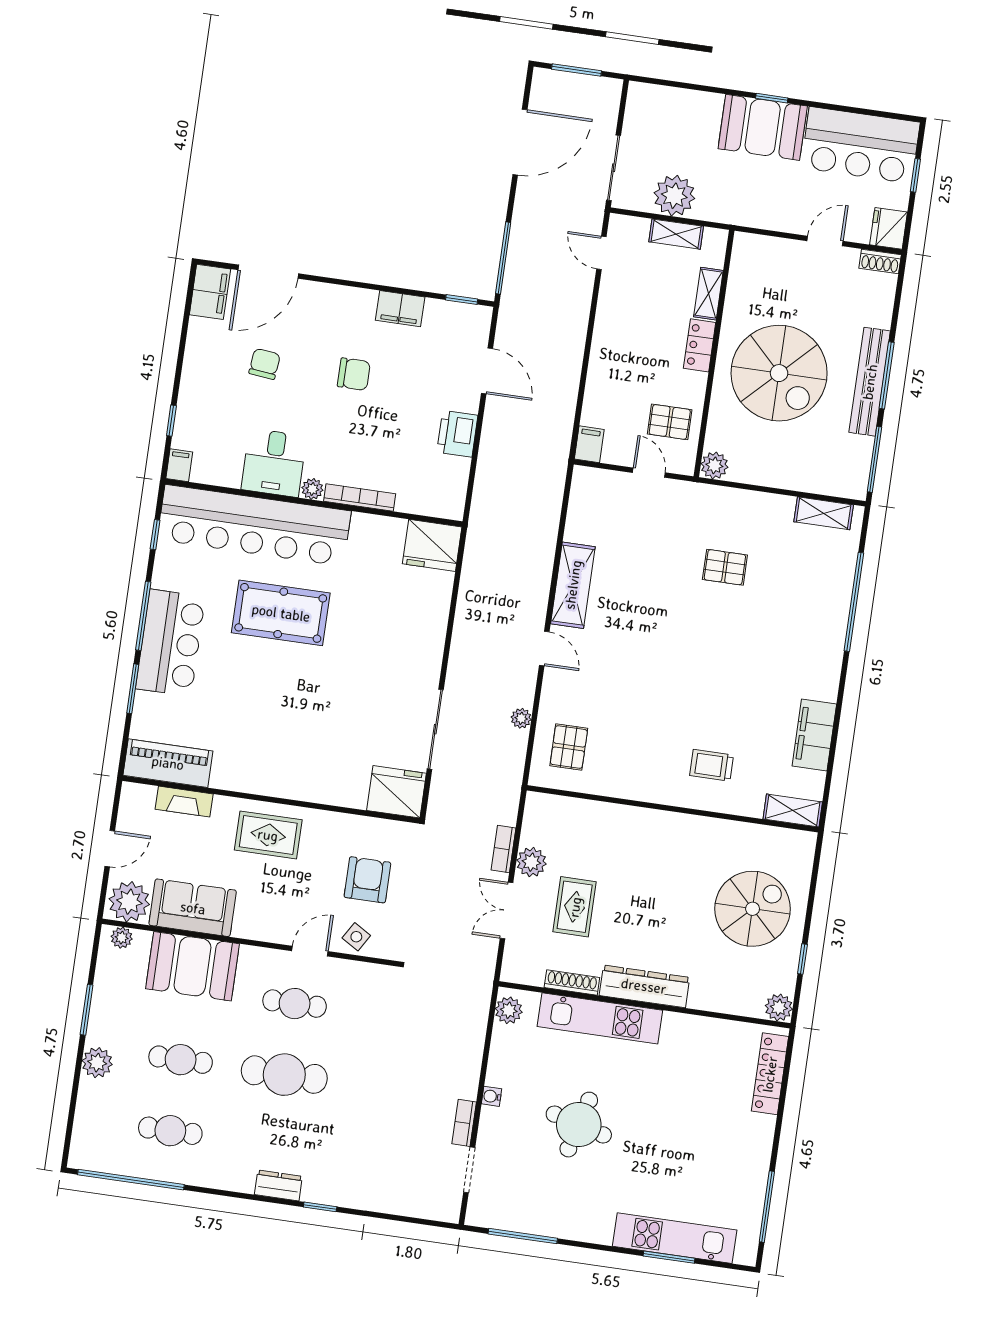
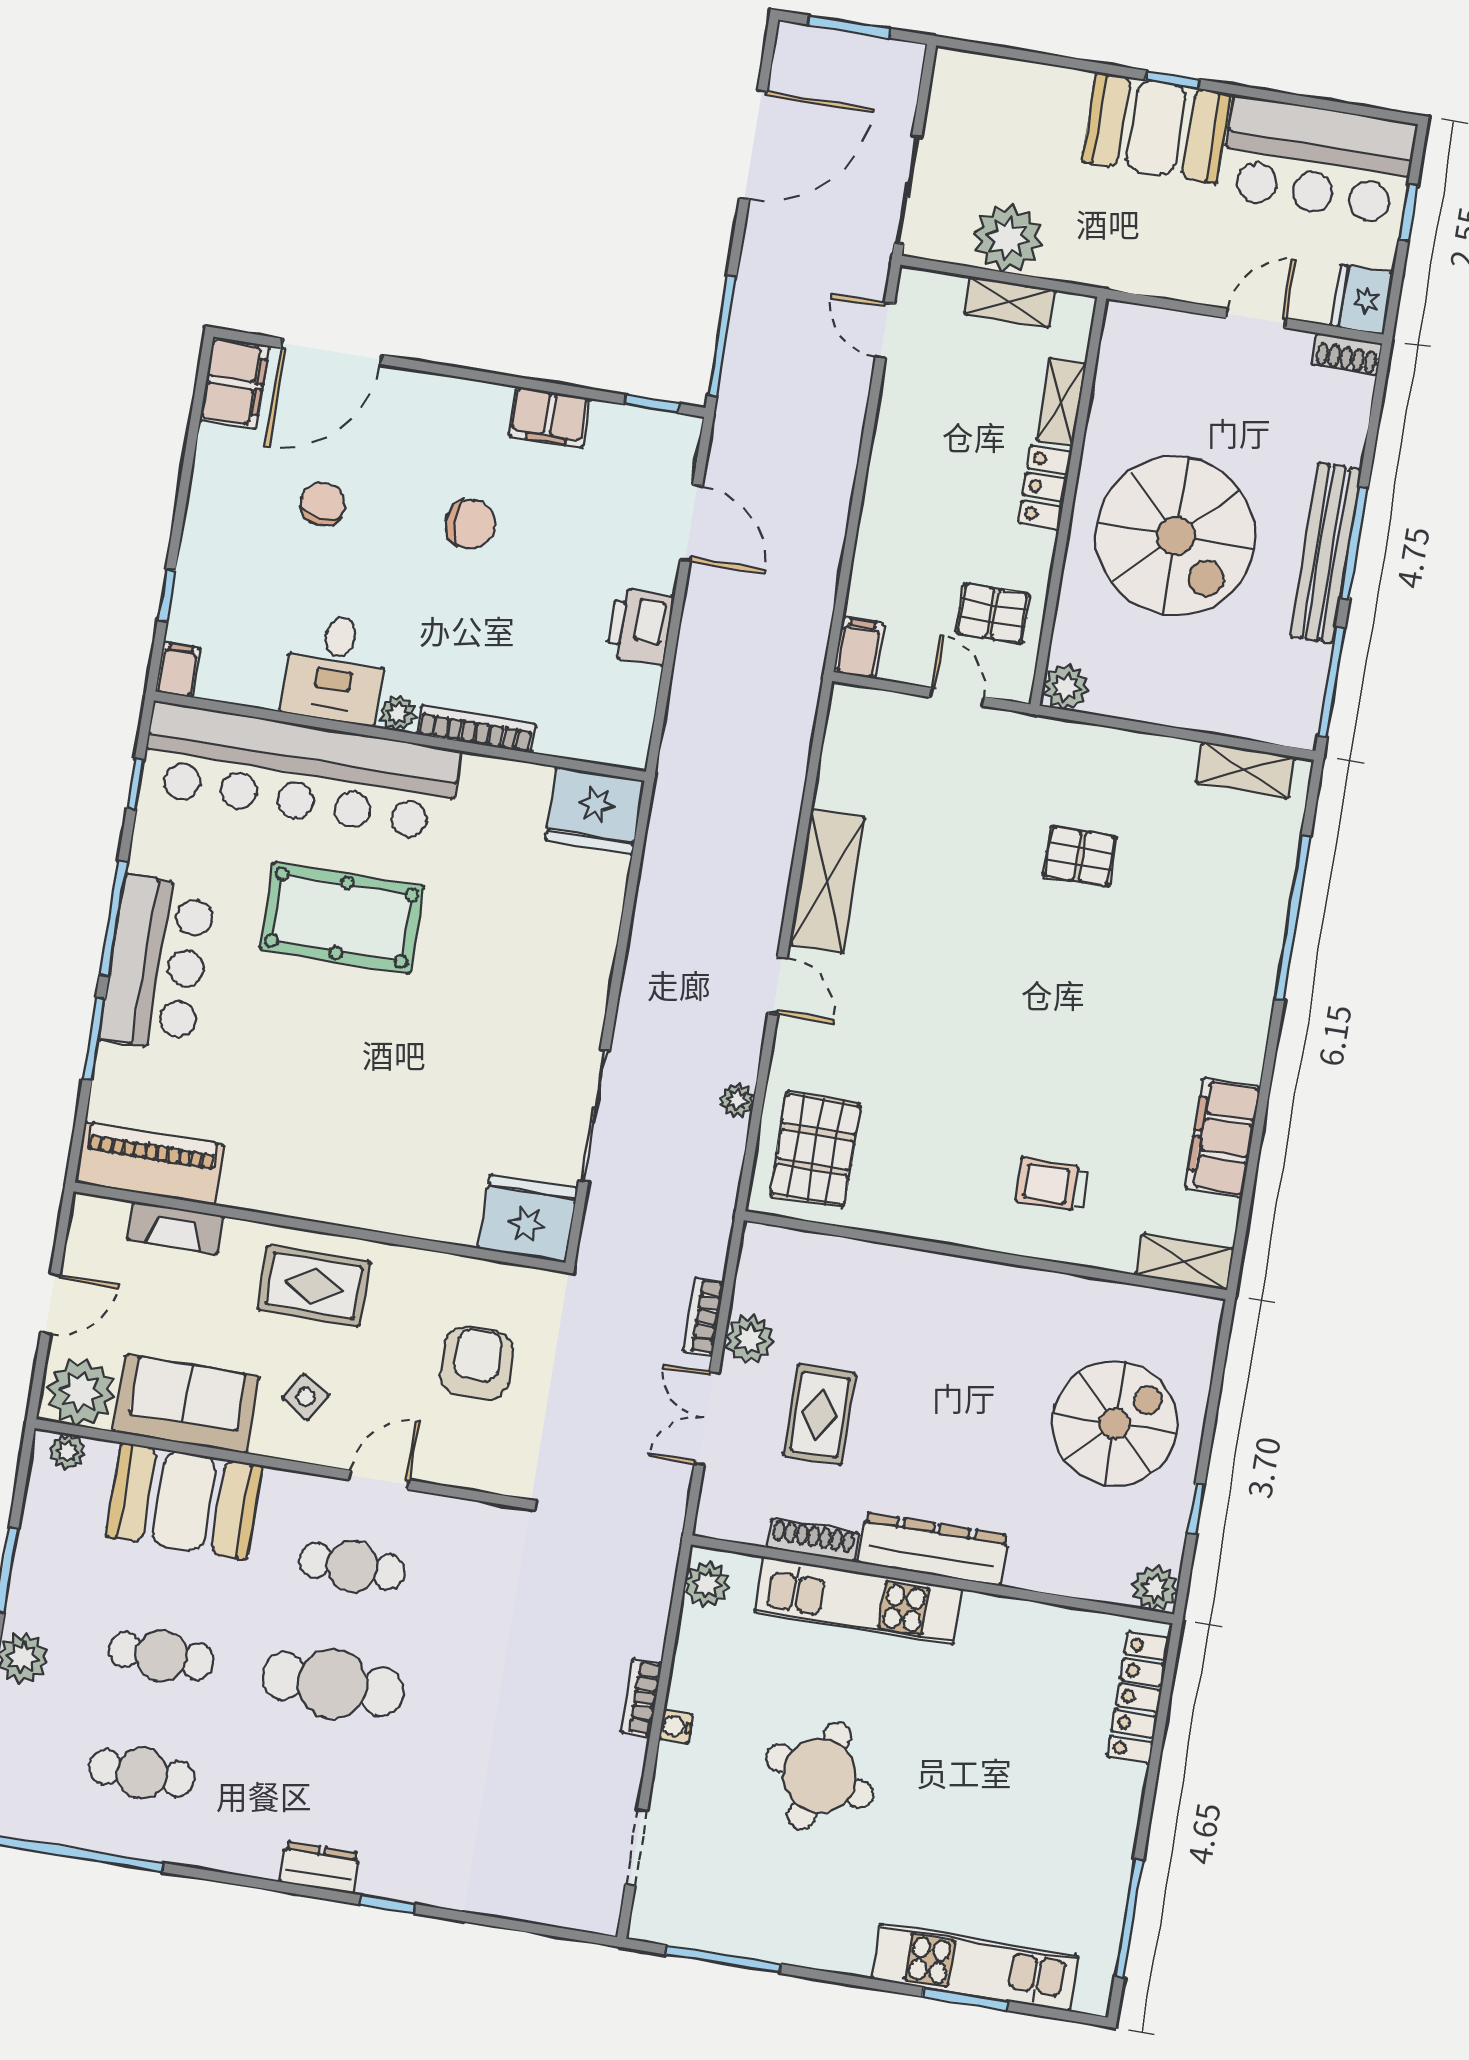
pallet: (569, 747) -> (815, 1149), width x1.50, depth x1.42
side table: (356, 937) -> (306, 1397), moved
bookcase: (464, 1123) -> (641, 1698), moved

